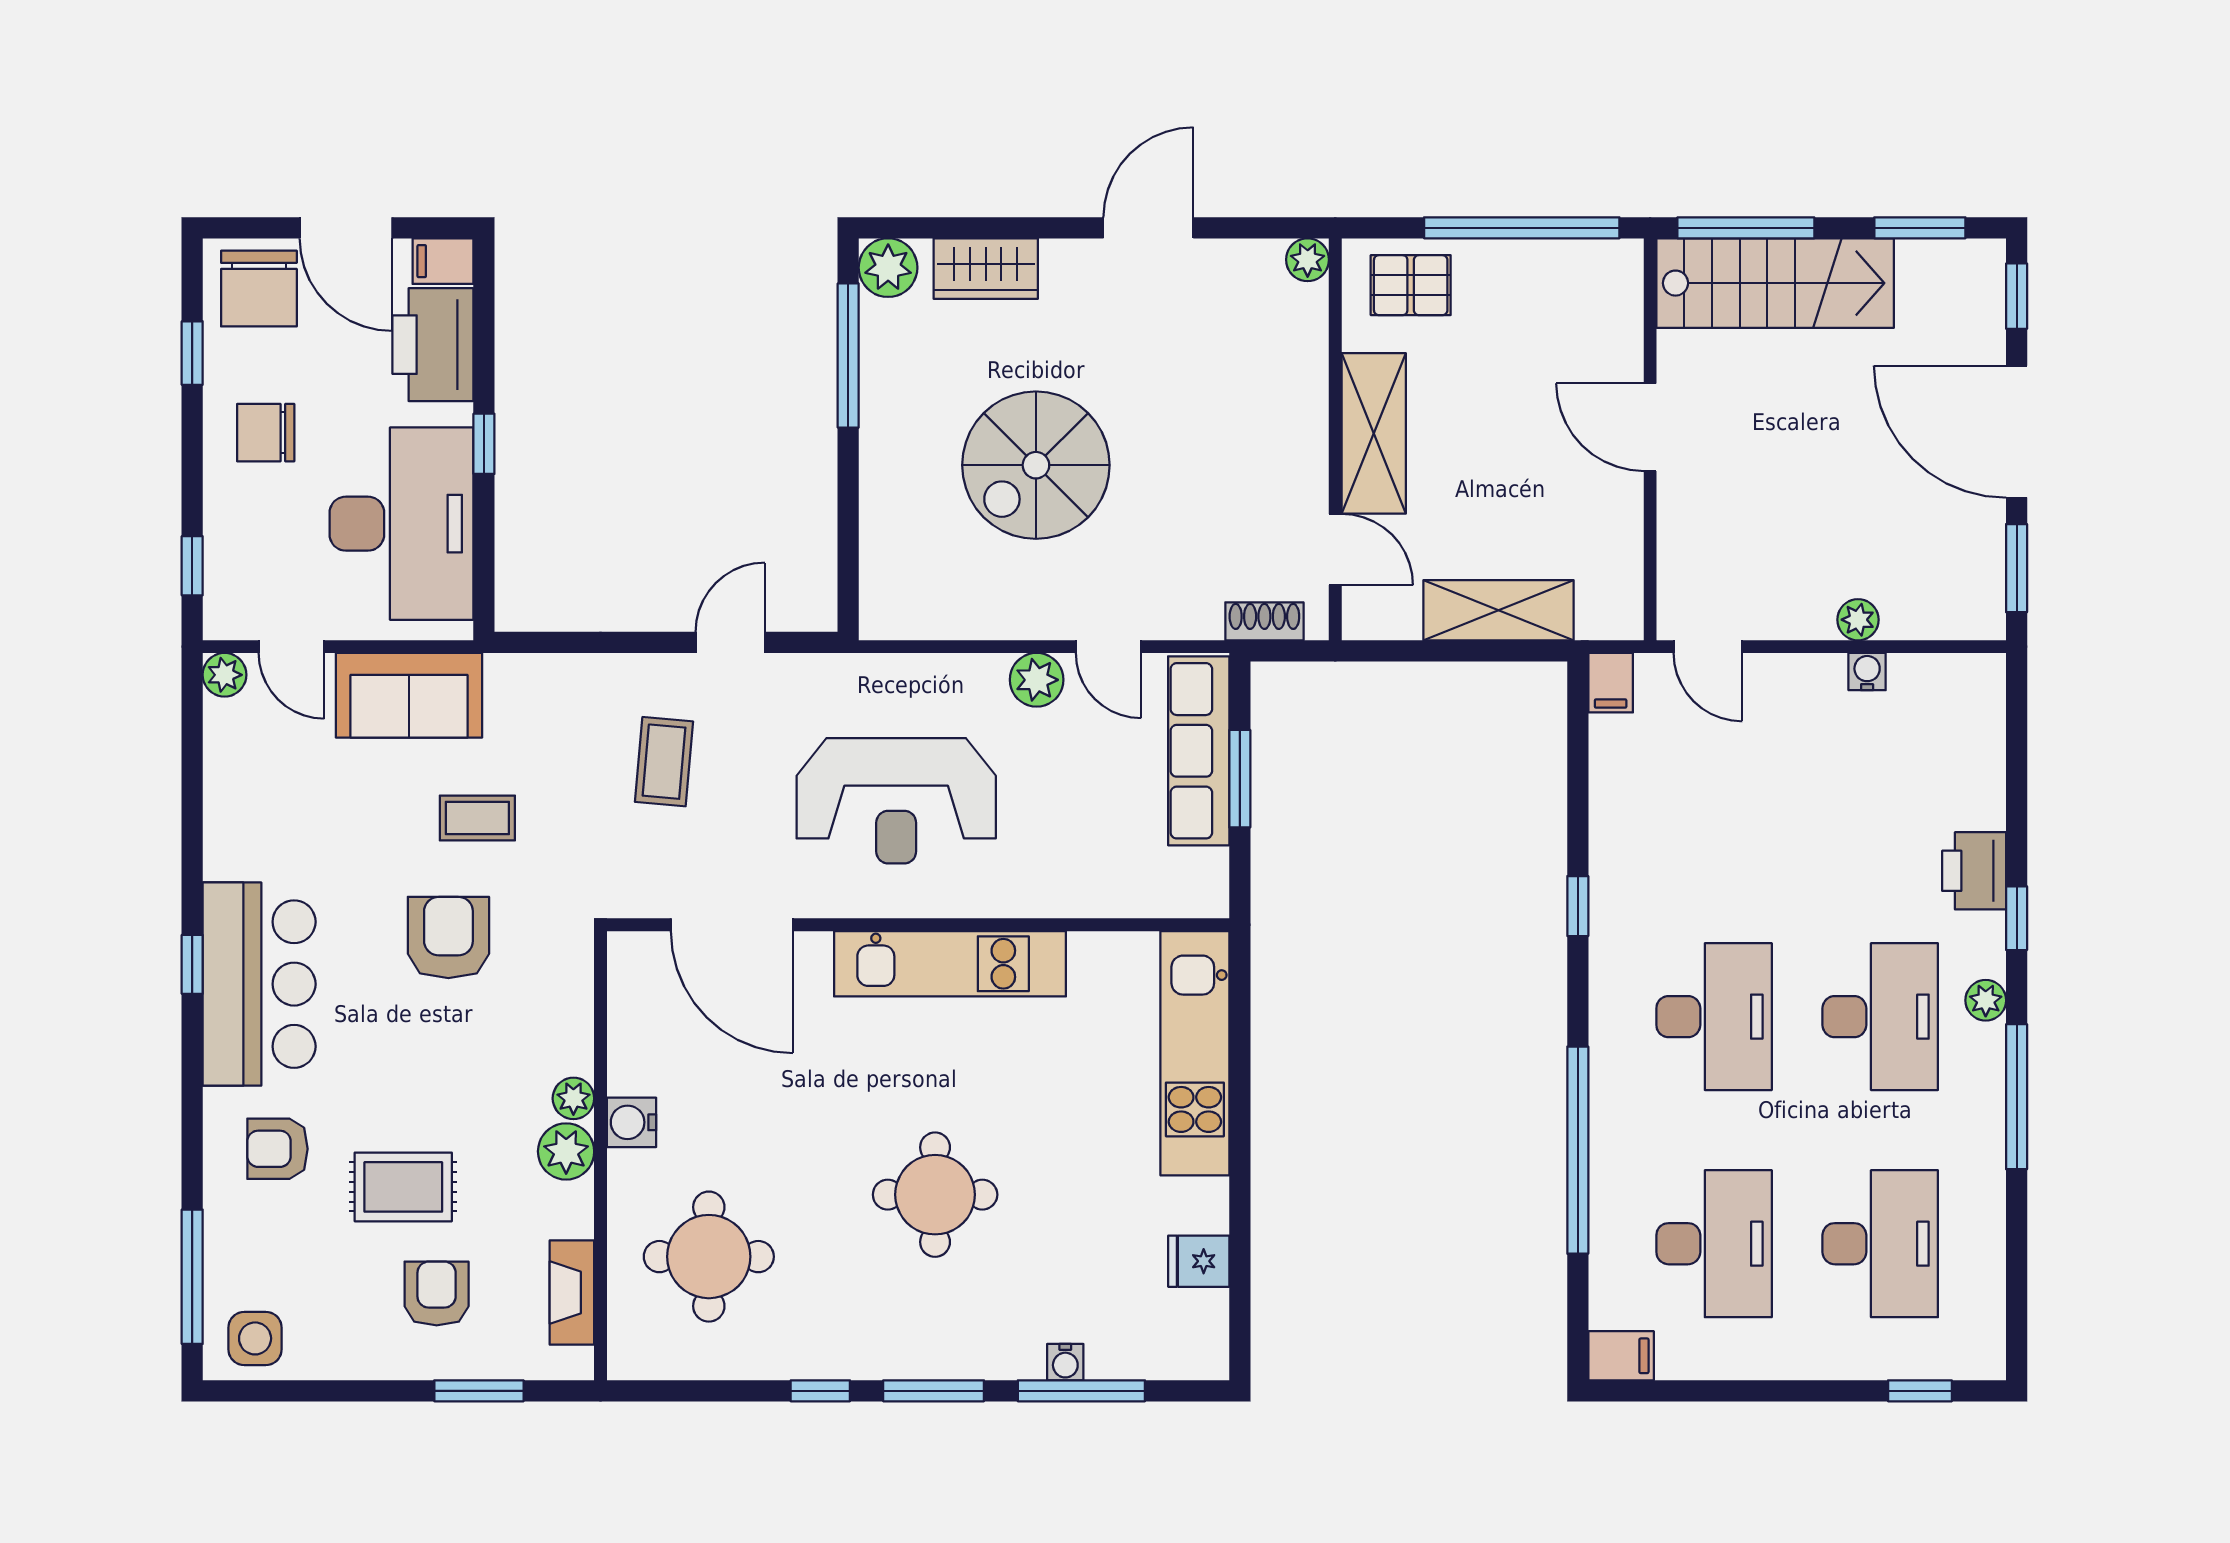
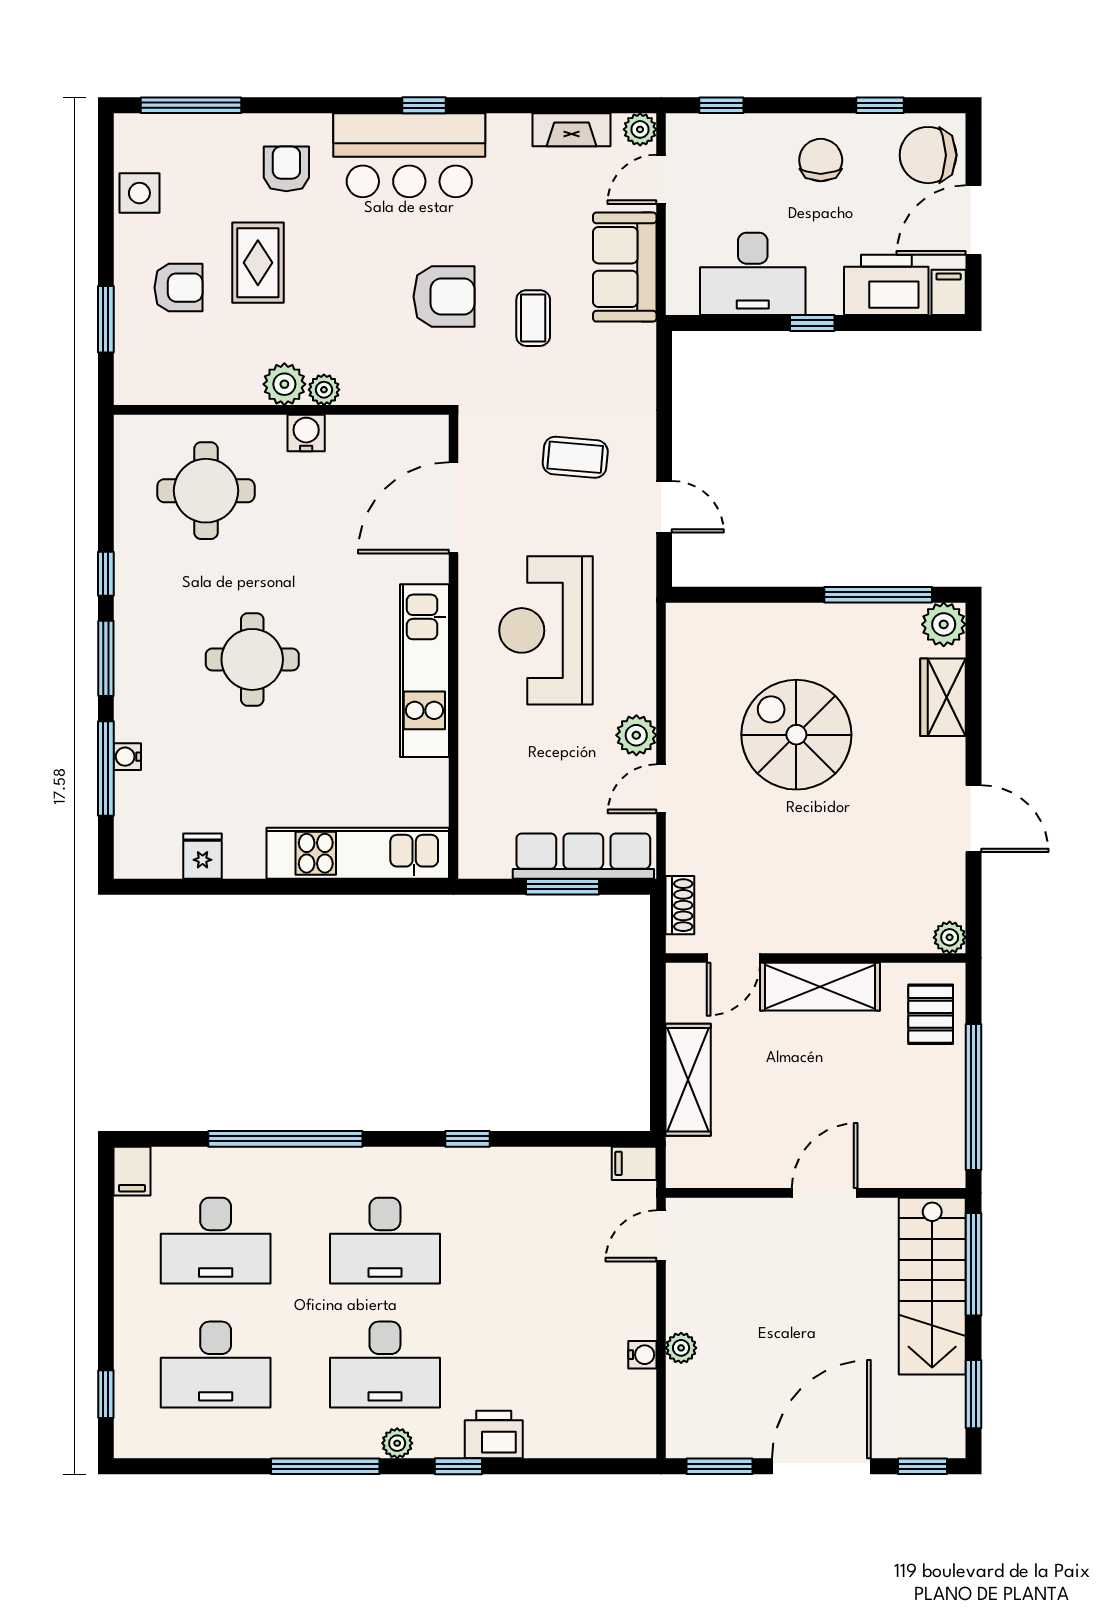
desk: (401, 524) -> (753, 274), width x0.73, depth x0.77
fireplace: (572, 1293) -> (572, 130), moved, turned 180
side table: (255, 1338) -> (139, 193), moved

